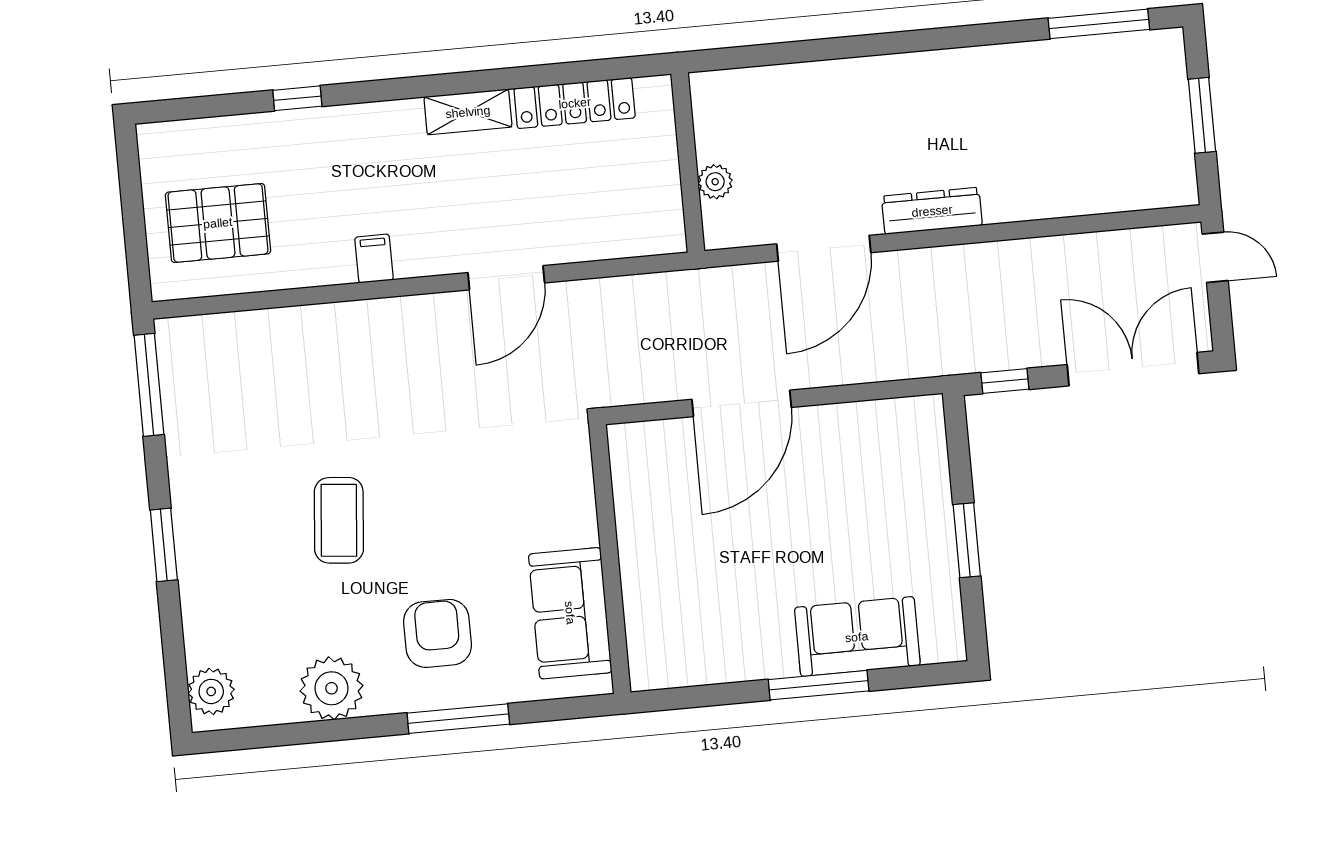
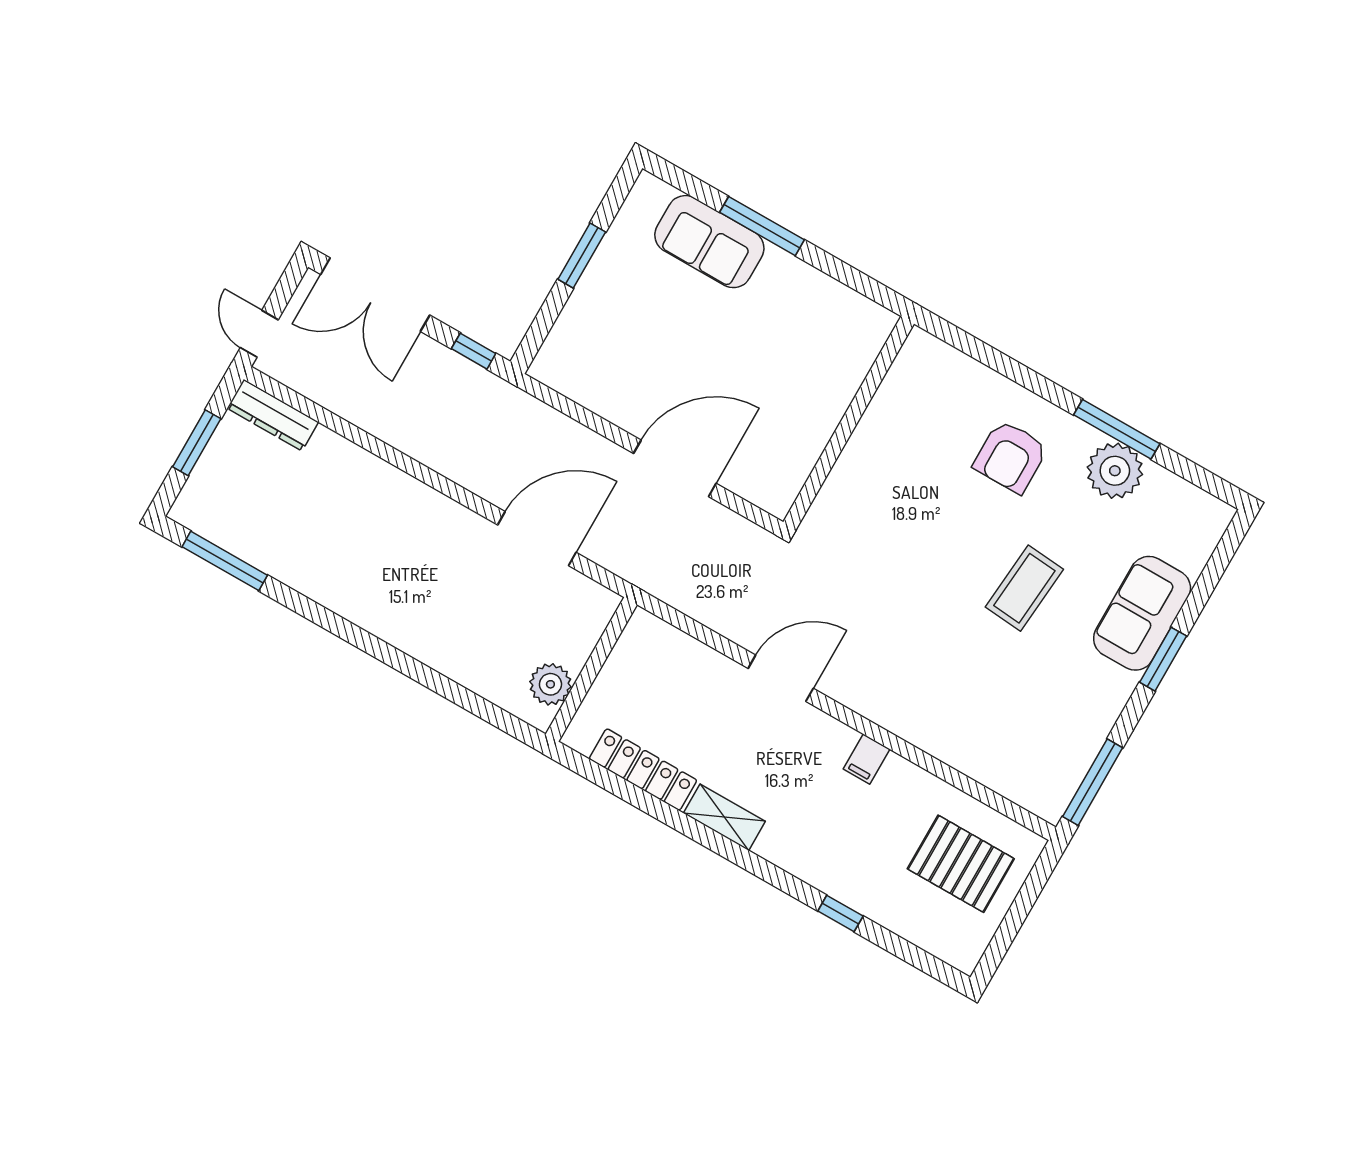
plant: (715, 182) -> (550, 684), moved, width x1.38, depth x1.38
dresser: (932, 211) -> (273, 415), moved
sofa: (570, 613) -> (1142, 613), moved, turned 180
plant: (211, 691) -> (1203, 529), removed
window: (458, 719) -> (1117, 429), moved

